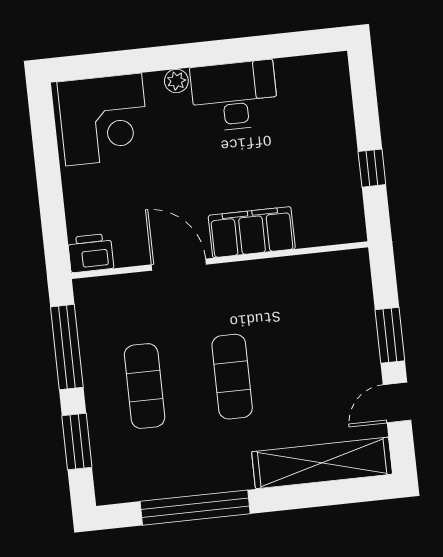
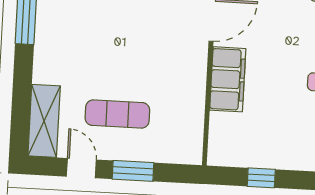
exercise mat: (232, 377) -> (117, 114), moved
shelving: (322, 463) -> (44, 121), width x0.68

